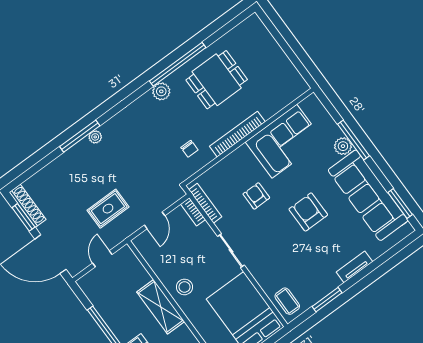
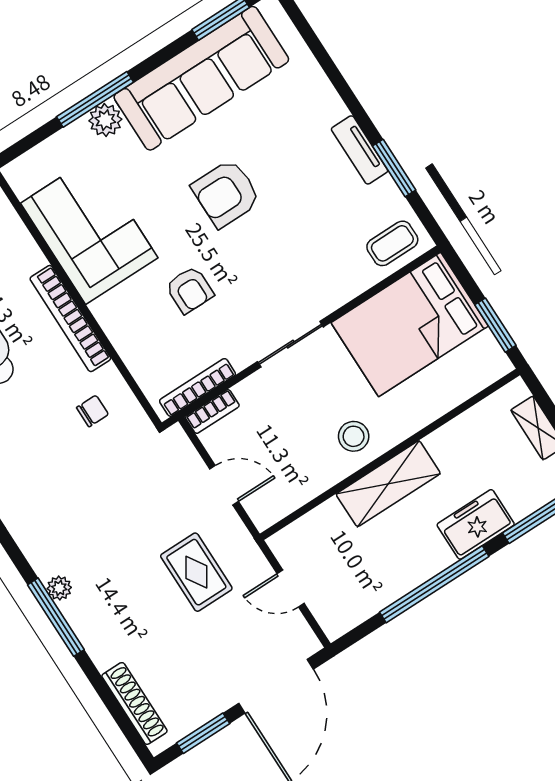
armchair: (256, 196) -> (190, 290), turned -90
shoe rack: (28, 206) -> (134, 703), moved, turned 90
tv unit: (354, 267) -> (360, 150), moved

